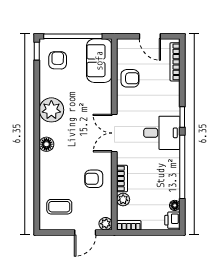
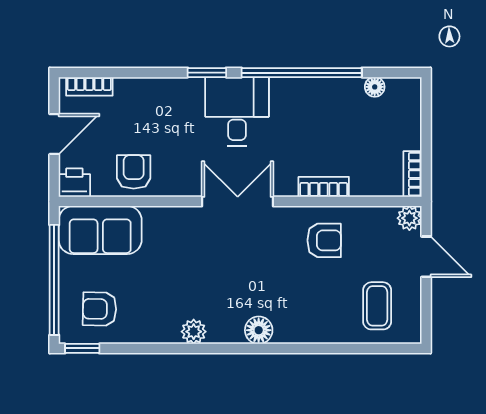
bookcase: (175, 62) -> (89, 86), width x0.64
plant: (51, 110) -> (194, 332), width x0.53, depth x0.53
double door: (114, 133) -> (238, 201), swing flipped
armchair: (94, 179) -> (324, 240), turned -90
plant: (123, 199) -> (363, 185), removed
printer: (172, 220) -> (74, 183), moved, turned 180

